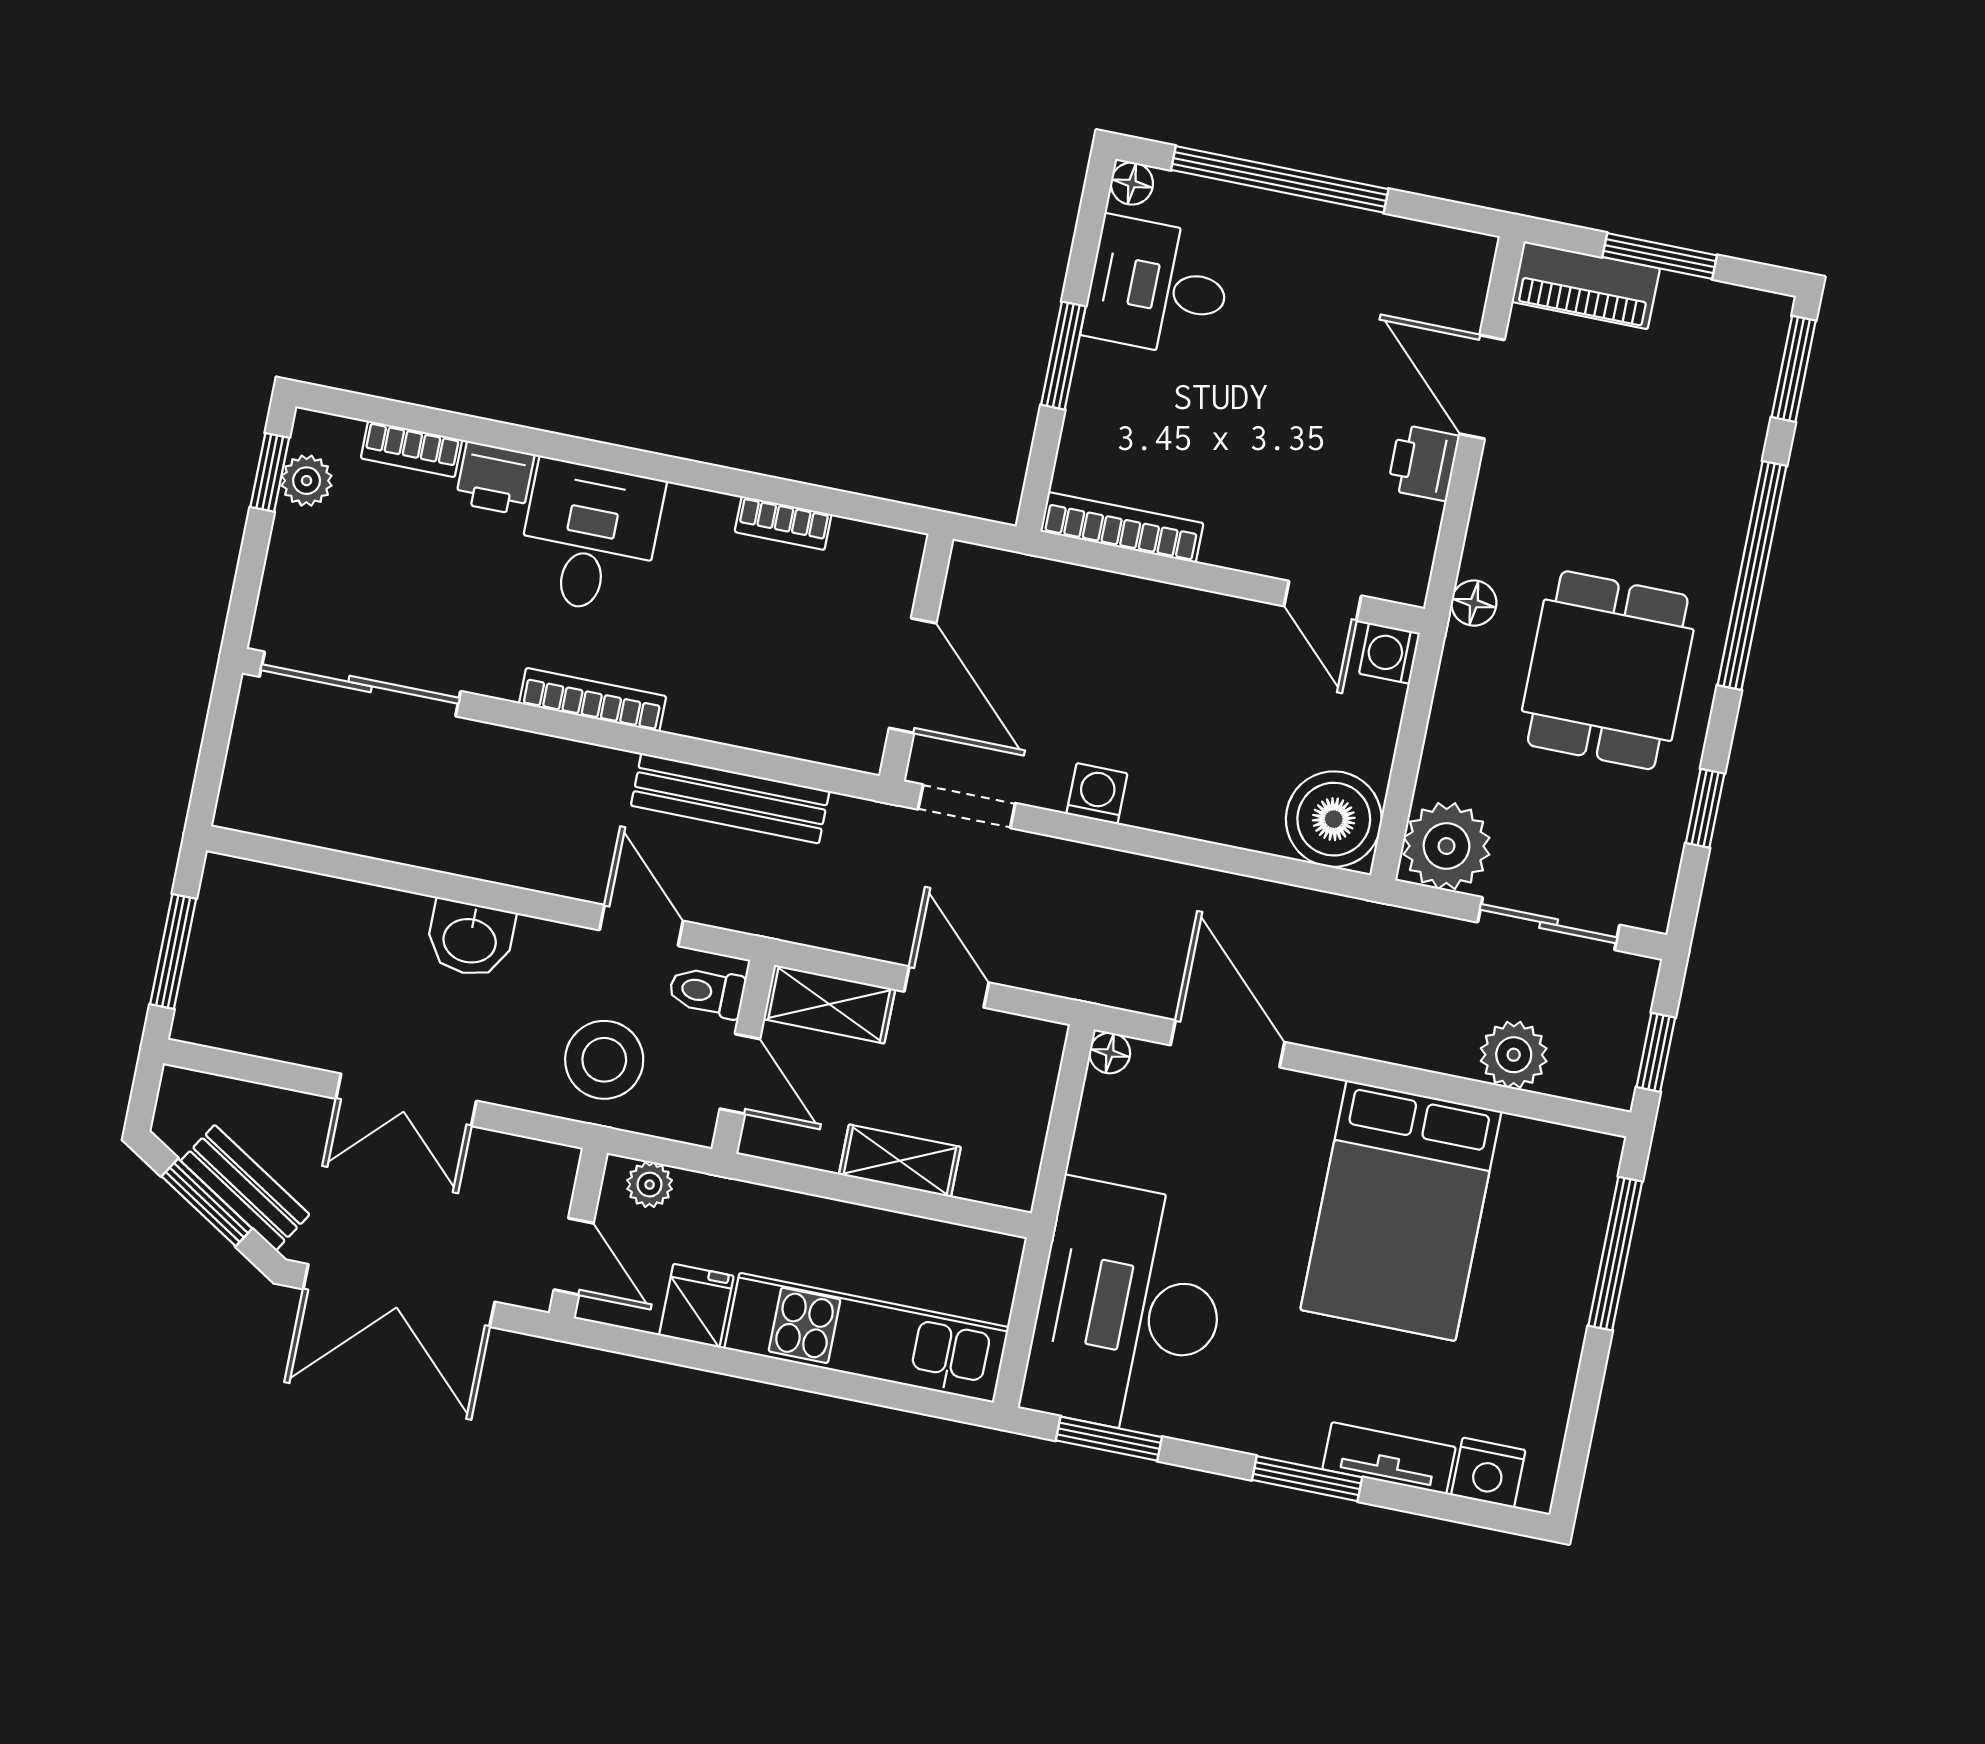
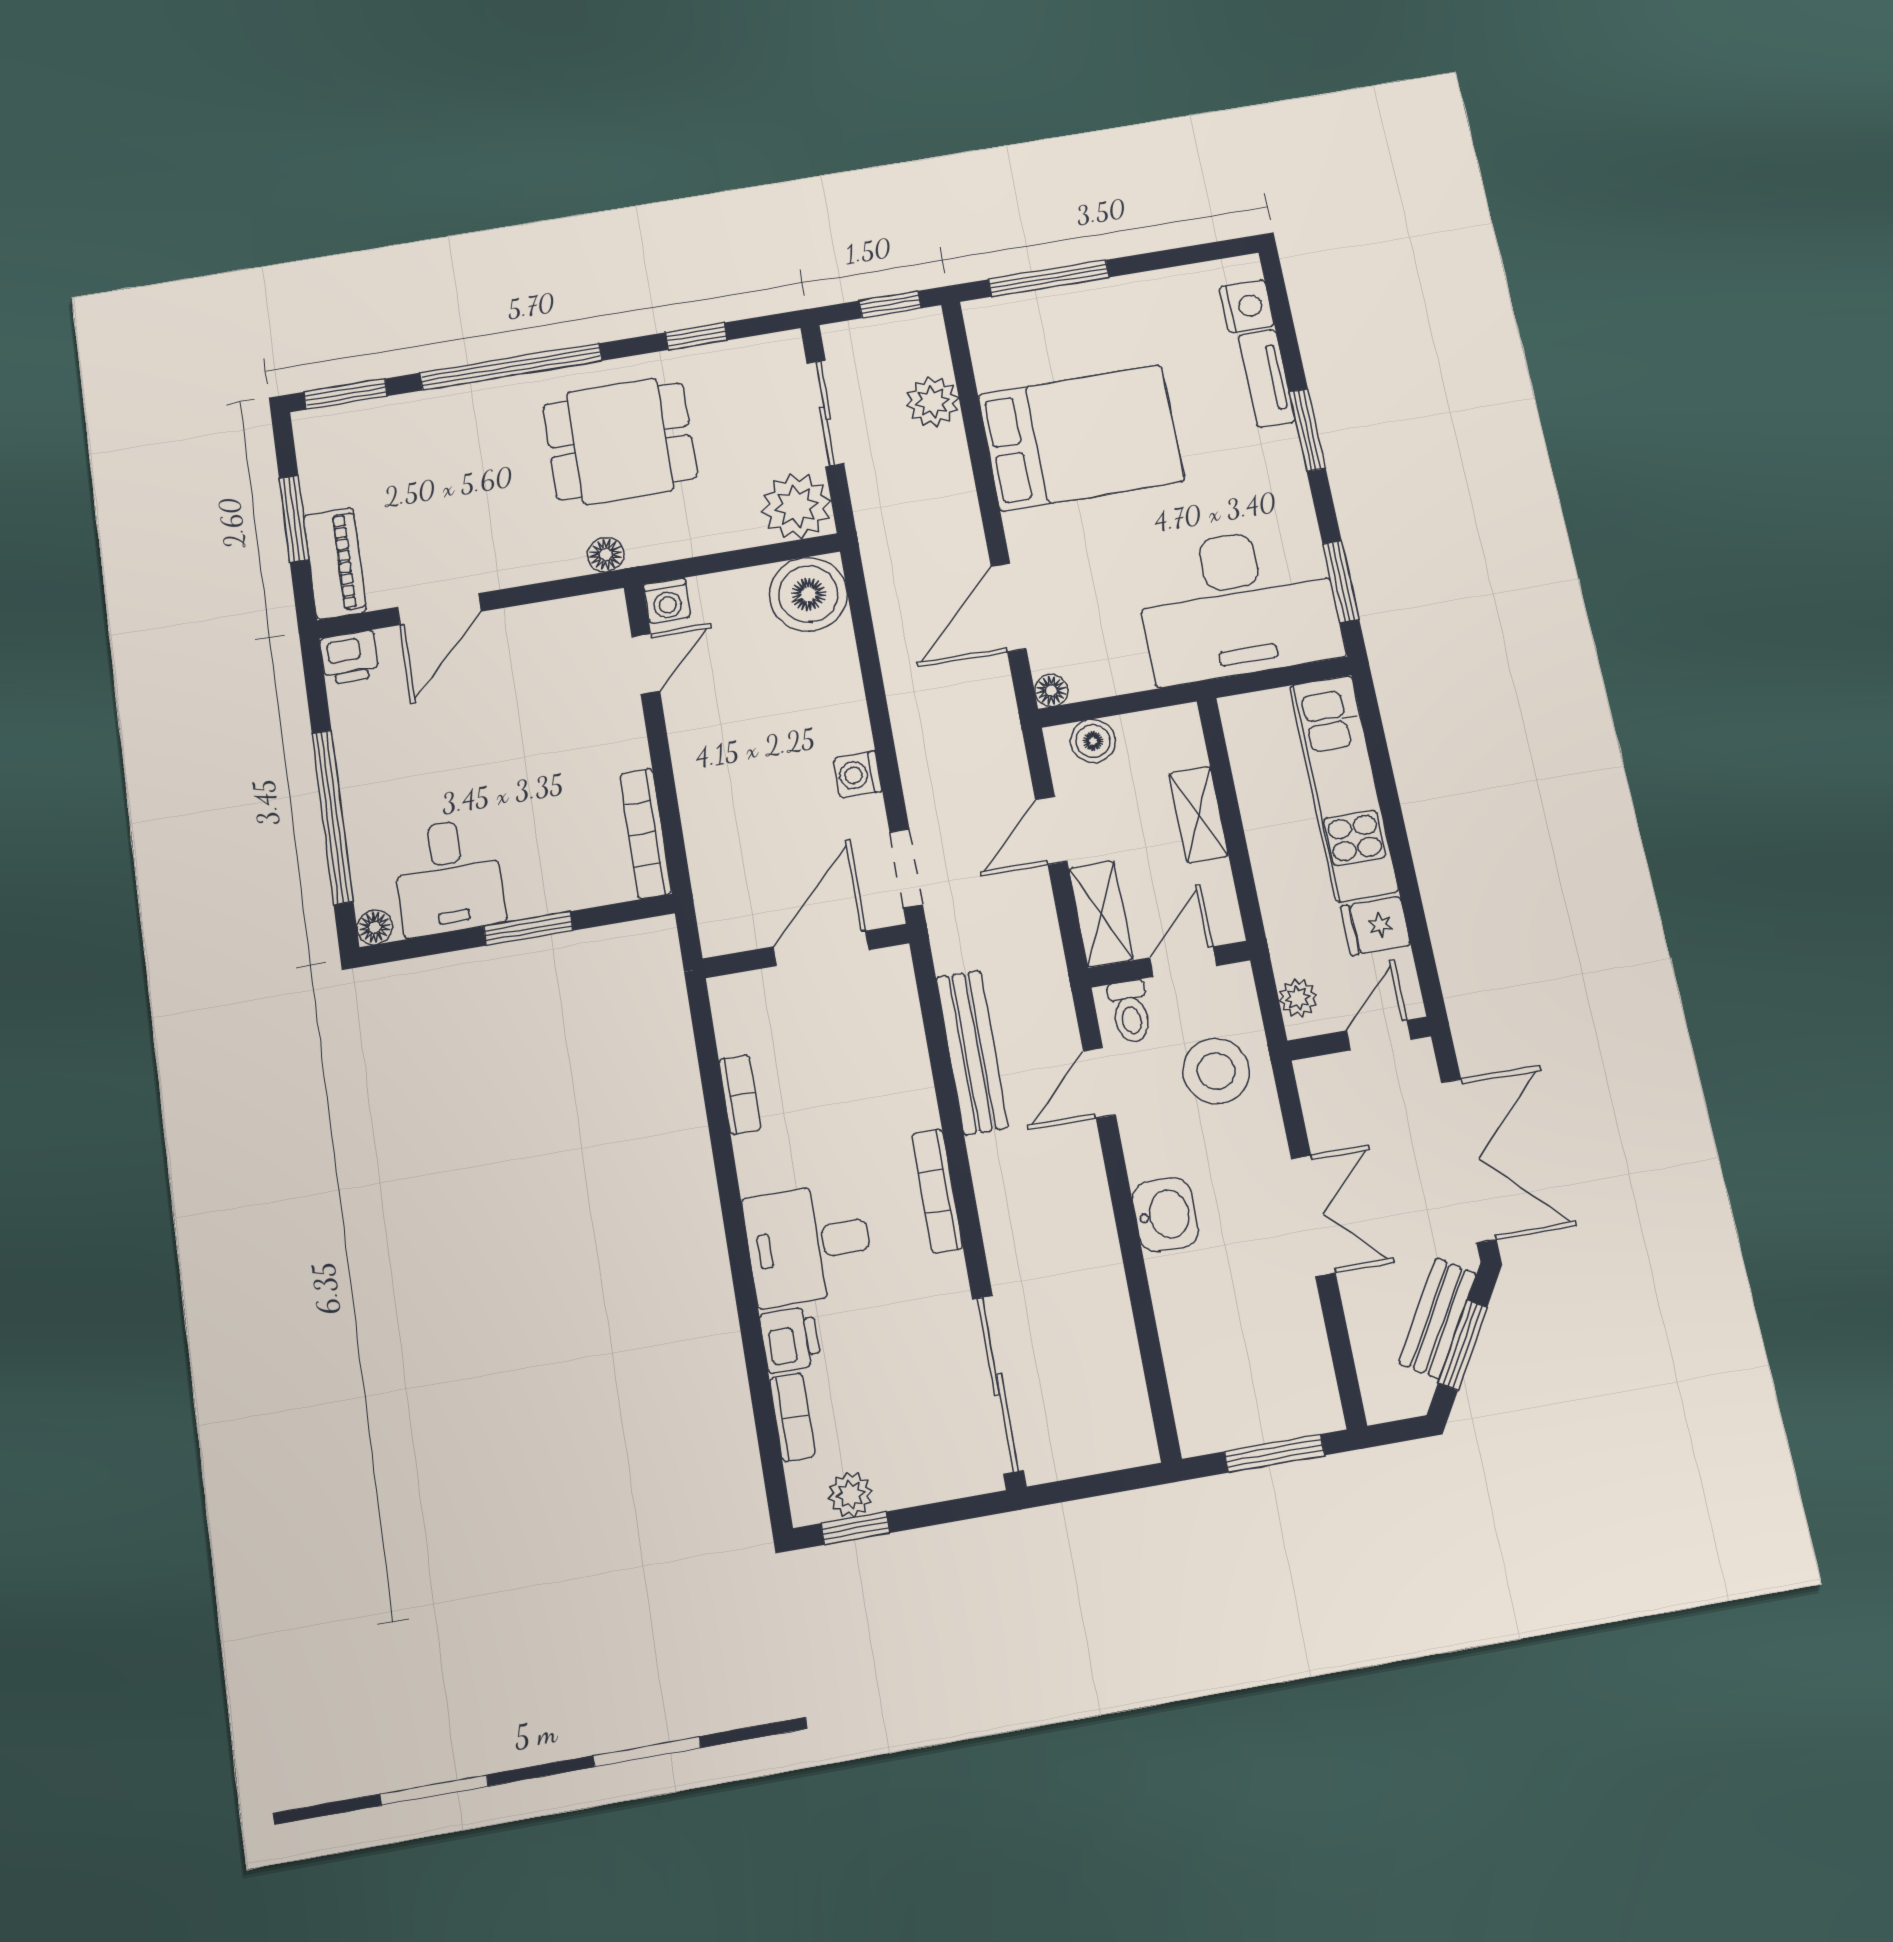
printer: (1423, 463) -> (350, 658), moved
boiler: (1032, 1076) -> (1093, 741), added

